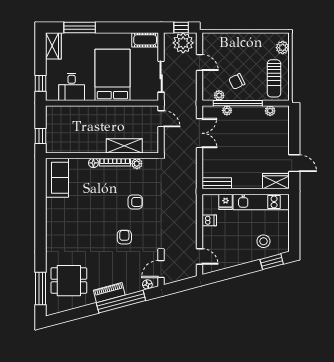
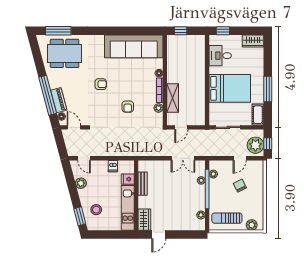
window: (80, 27) -> (268, 89), moved
chair: (237, 81) -> (240, 186), moved
door: (161, 119) -> (181, 127), moved
sofa: (57, 178) -> (134, 46), width x1.85, depth x1.27
bench: (217, 183) -> (143, 184), moved
armchair: (124, 237) -> (101, 84), moved
door: (199, 256) -> (84, 158), hinge flipped
plant: (231, 260) -> (81, 183), added
dining table: (69, 281) -> (65, 53), width x1.38
piano: (109, 293) -> (59, 100), moved

